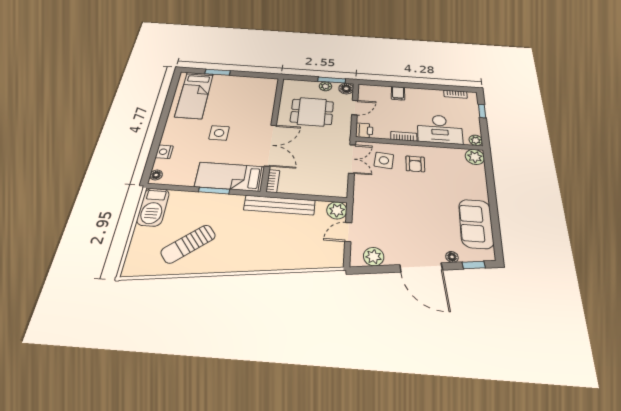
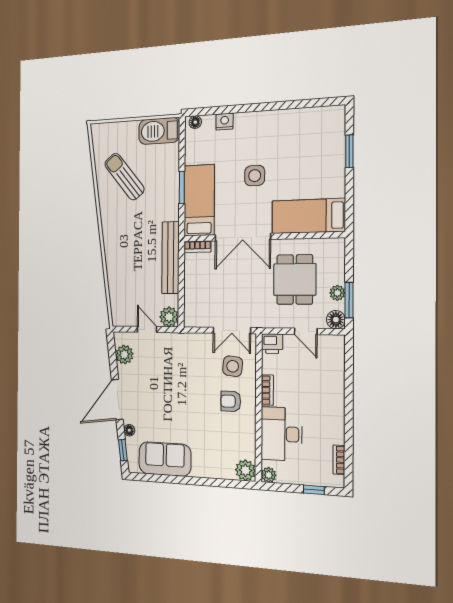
filing cabinet: (398, 93) -> (334, 386), removed
bed: (194, 95) -> (308, 216), moved

